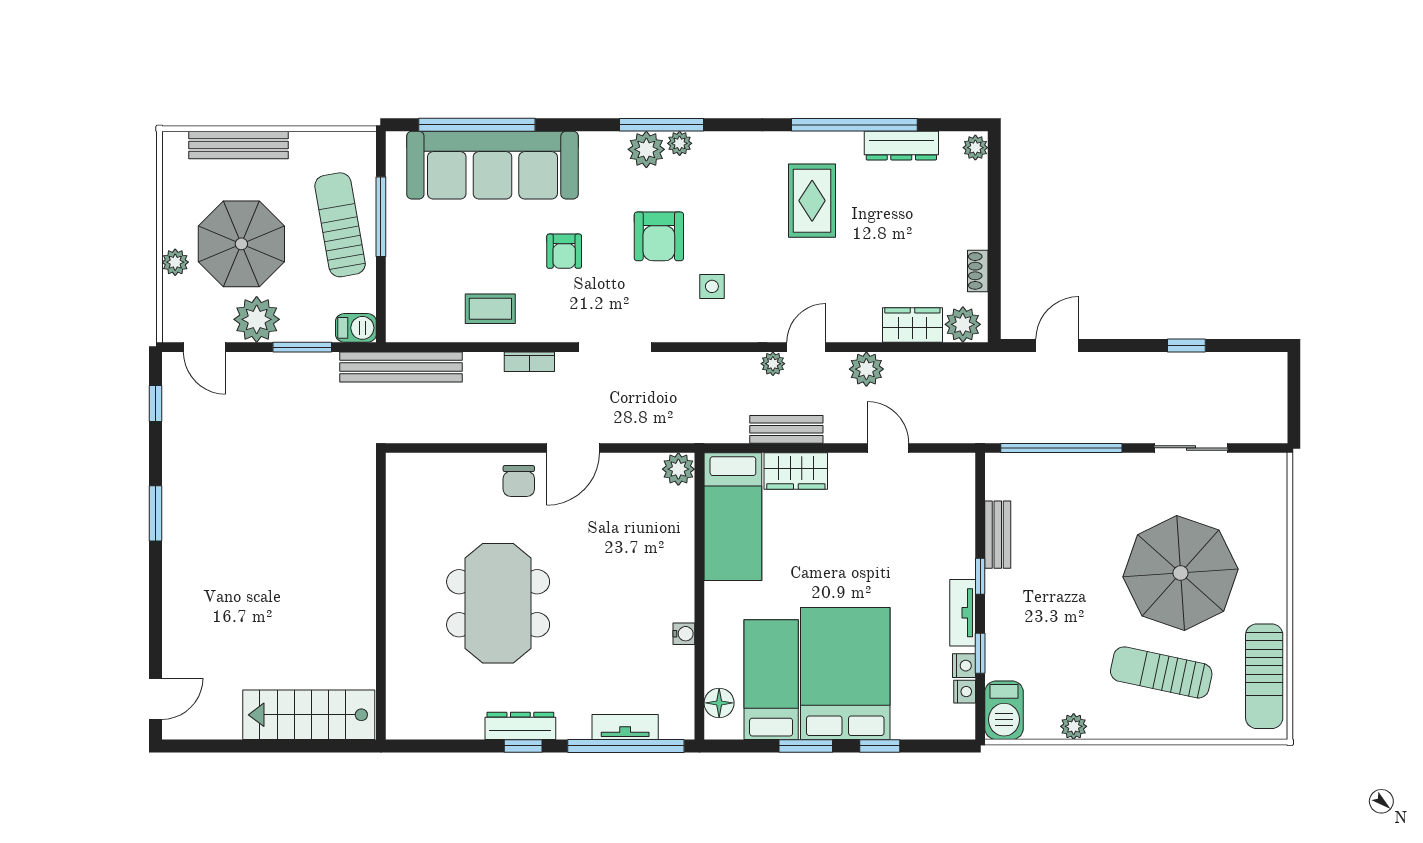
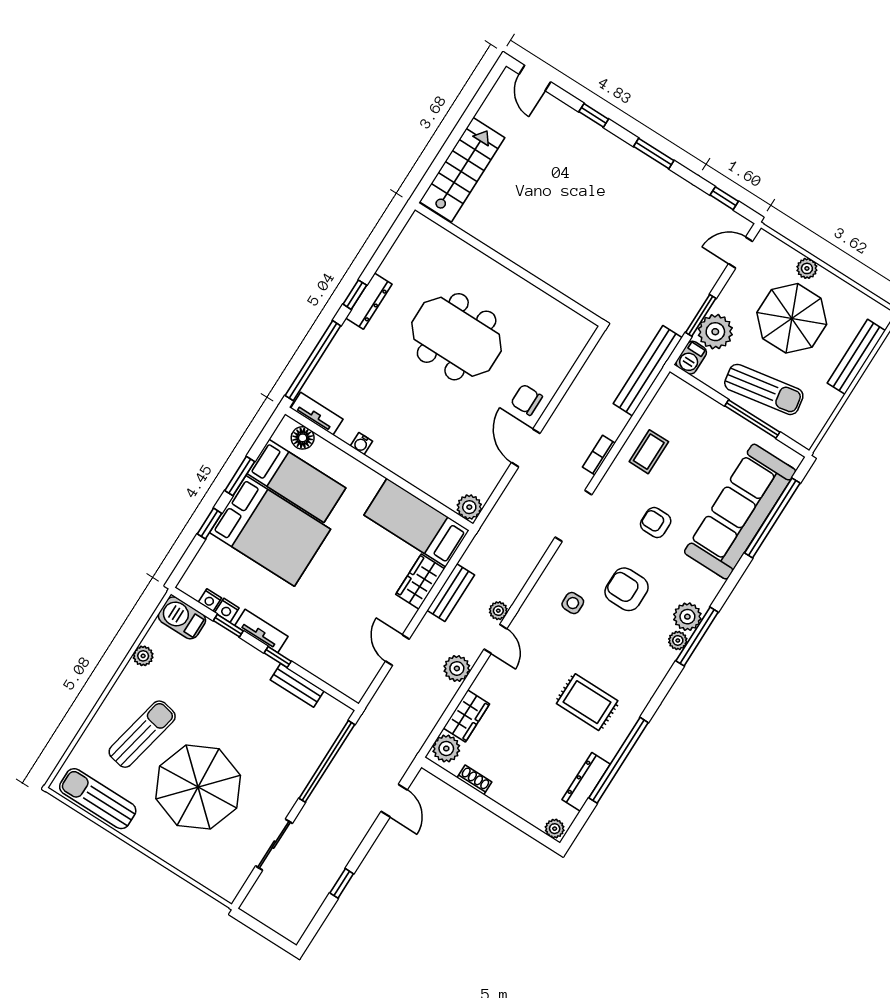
plant: (257, 319) -> (715, 332), moved
door: (888, 448) -> (397, 650), swing flipped
window: (156, 607) -> (594, 115), added
tv unit: (625, 727) -> (317, 414), moved, turned -90

